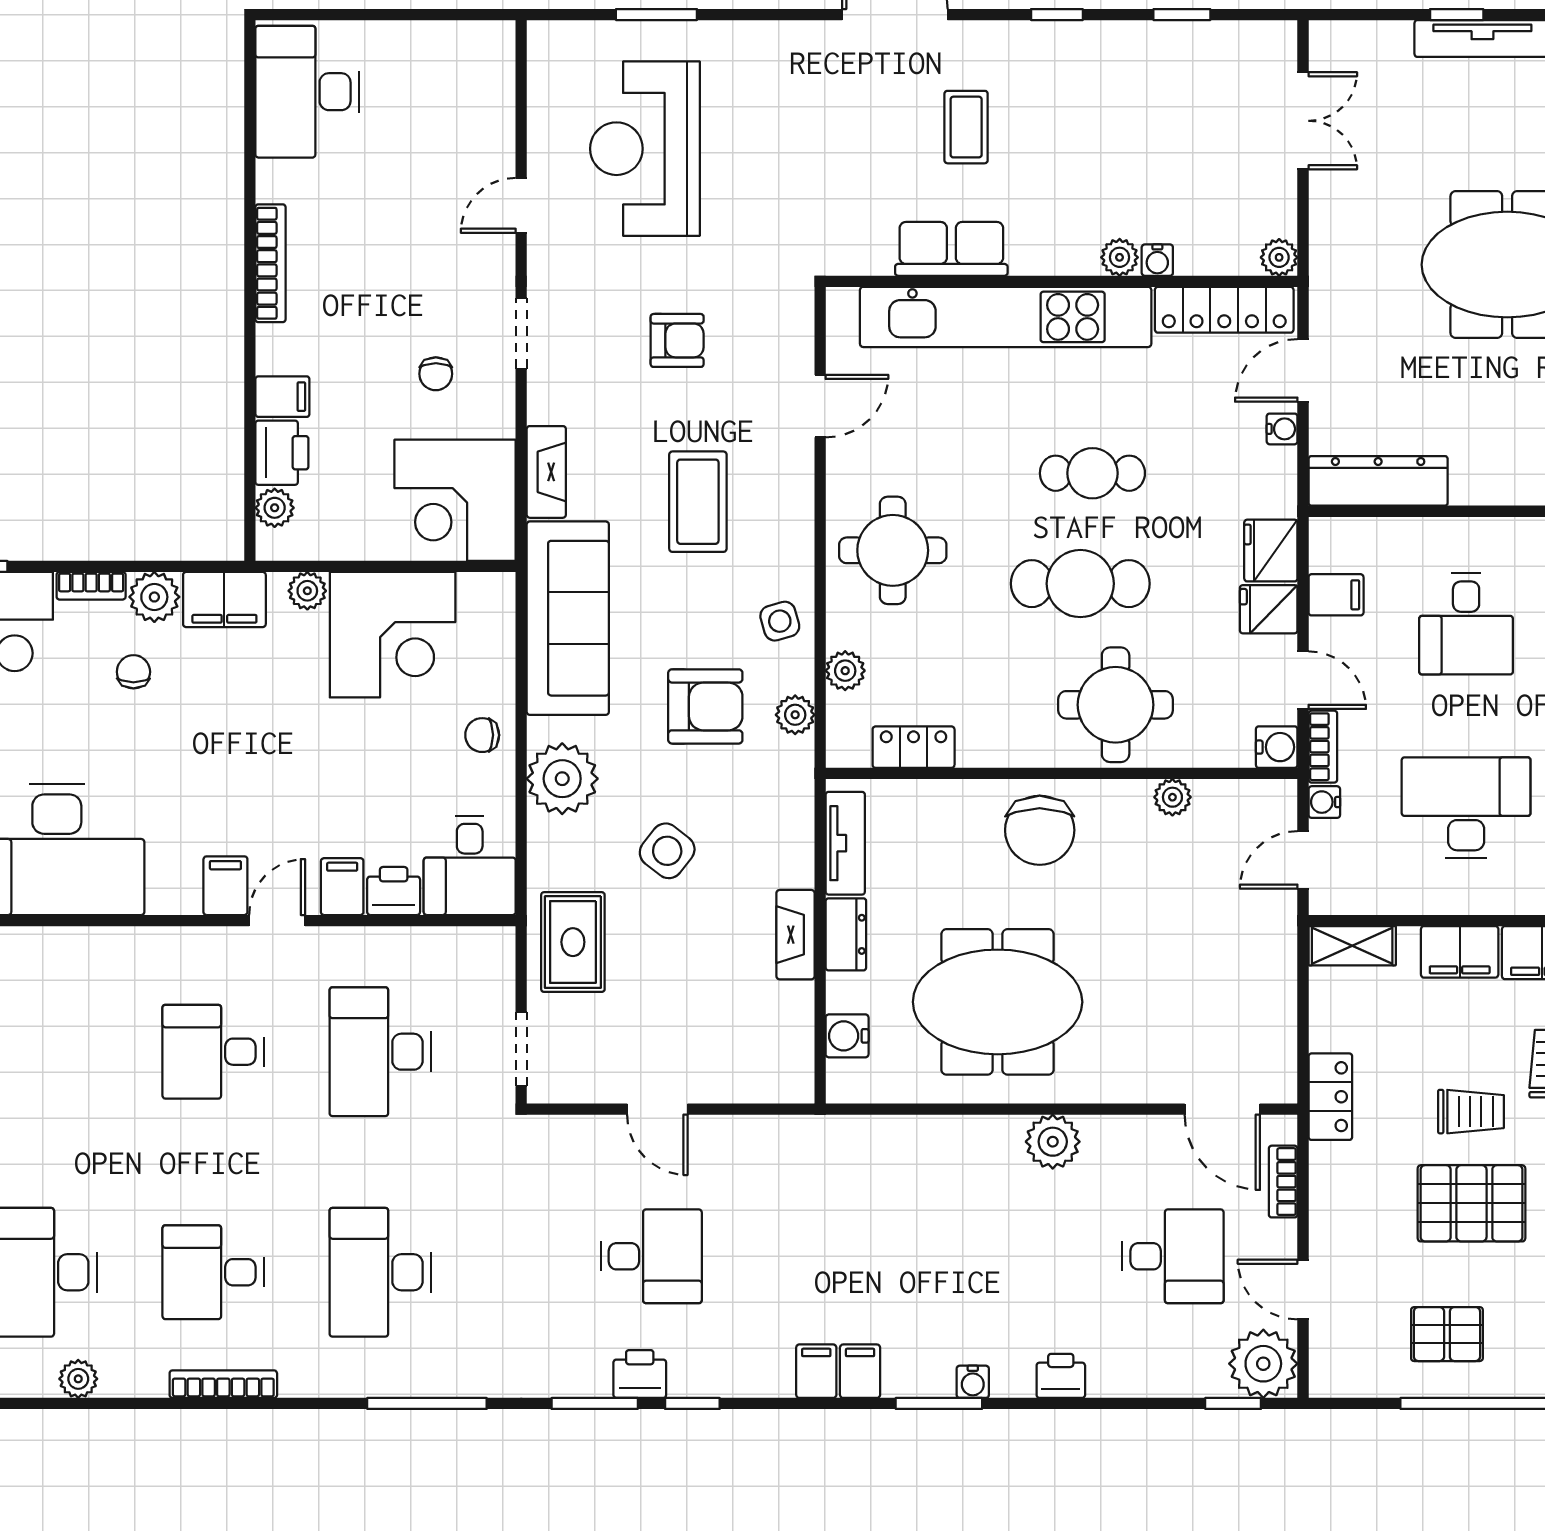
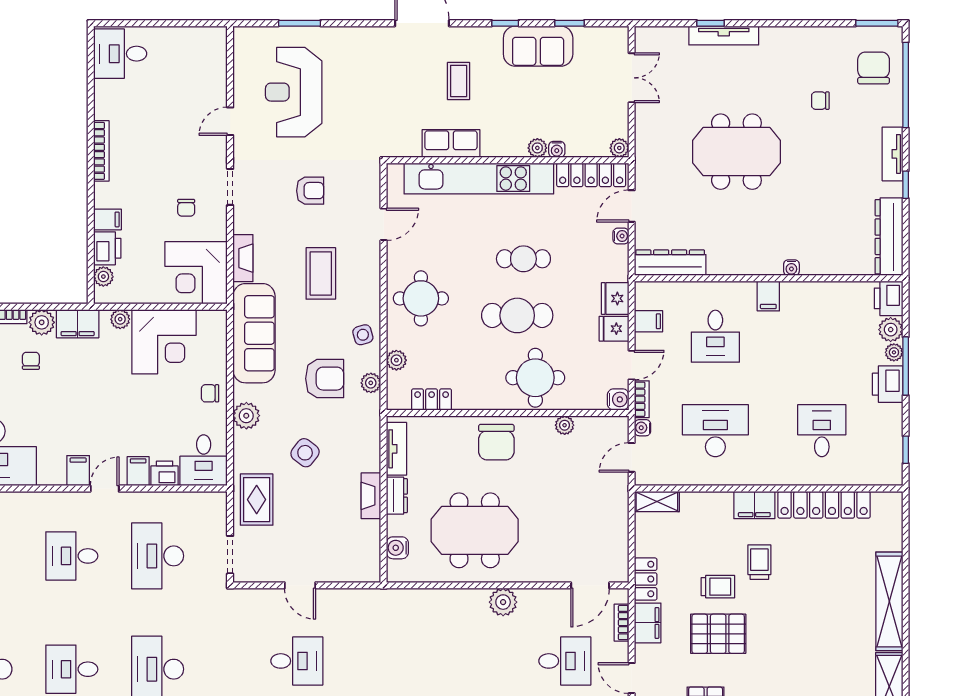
sofa: (1121, 59) -> (538, 46), added
desk: (307, 92) -> (120, 54), width x0.73
door: (1303, 680) -> (632, 365), hinge flipped
plant: (562, 779) -> (246, 416), width x0.73, depth x0.73
filing cabinet: (1460, 952) -> (648, 623), moved, turned -90
door: (1222, 1109) -> (590, 585), hinge flipped

